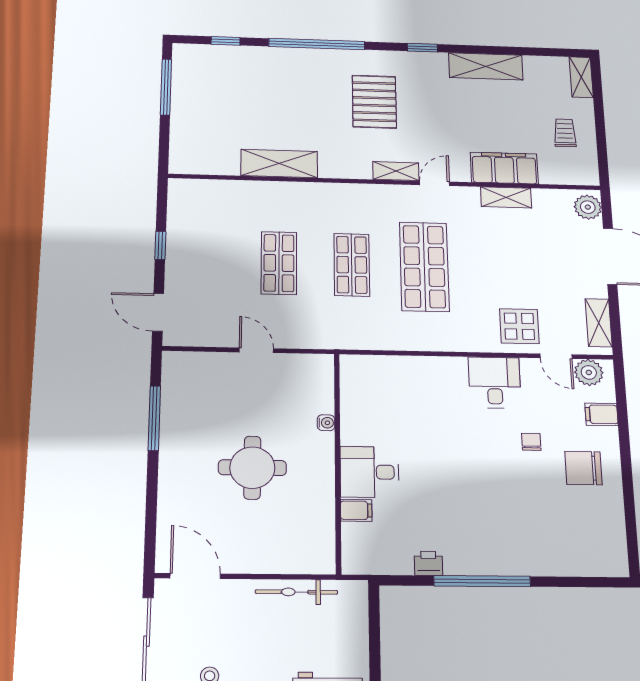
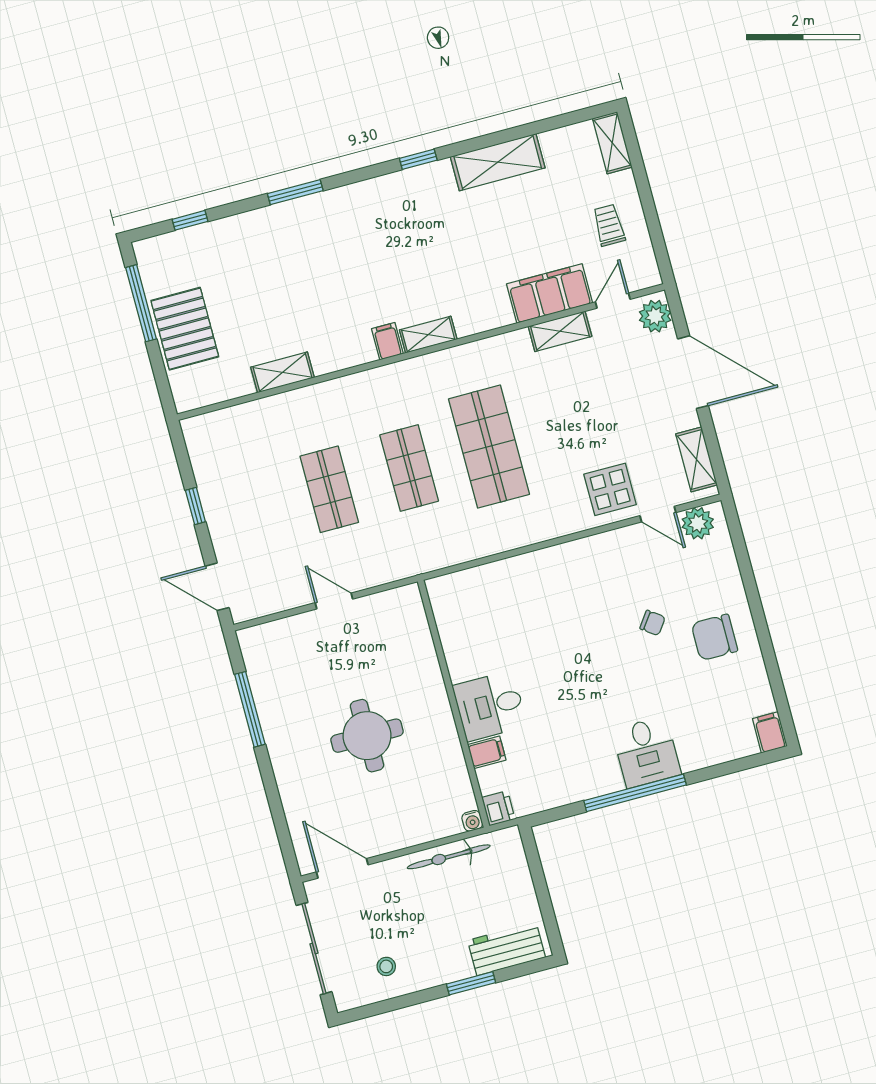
window: (317, 44) -> (295, 192), width x0.47
pallet: (374, 102) -> (185, 329), moved
shelving: (279, 163) -> (283, 372), width x0.67, depth x0.75
filing cabinet: (361, 167) -> (387, 341), added
door: (435, 183) -> (613, 301), moved
desk: (495, 383) -> (646, 752), moved, turned 180
filing cabinet: (602, 414) -> (770, 732), moved, turned 90
water cooler: (326, 423) -> (472, 821), moved, turned 90
chair: (531, 442) -> (653, 623), turned 126
printer: (428, 563) -> (498, 808), moved, turned 90

